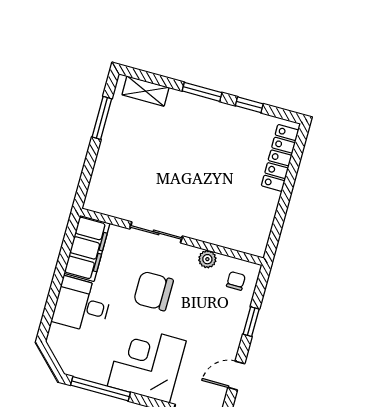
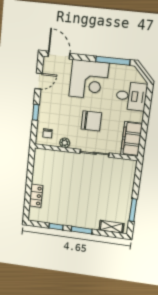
locker: (280, 158) -> (36, 196), width x0.66
desk: (82, 305) -> (131, 96), moved

